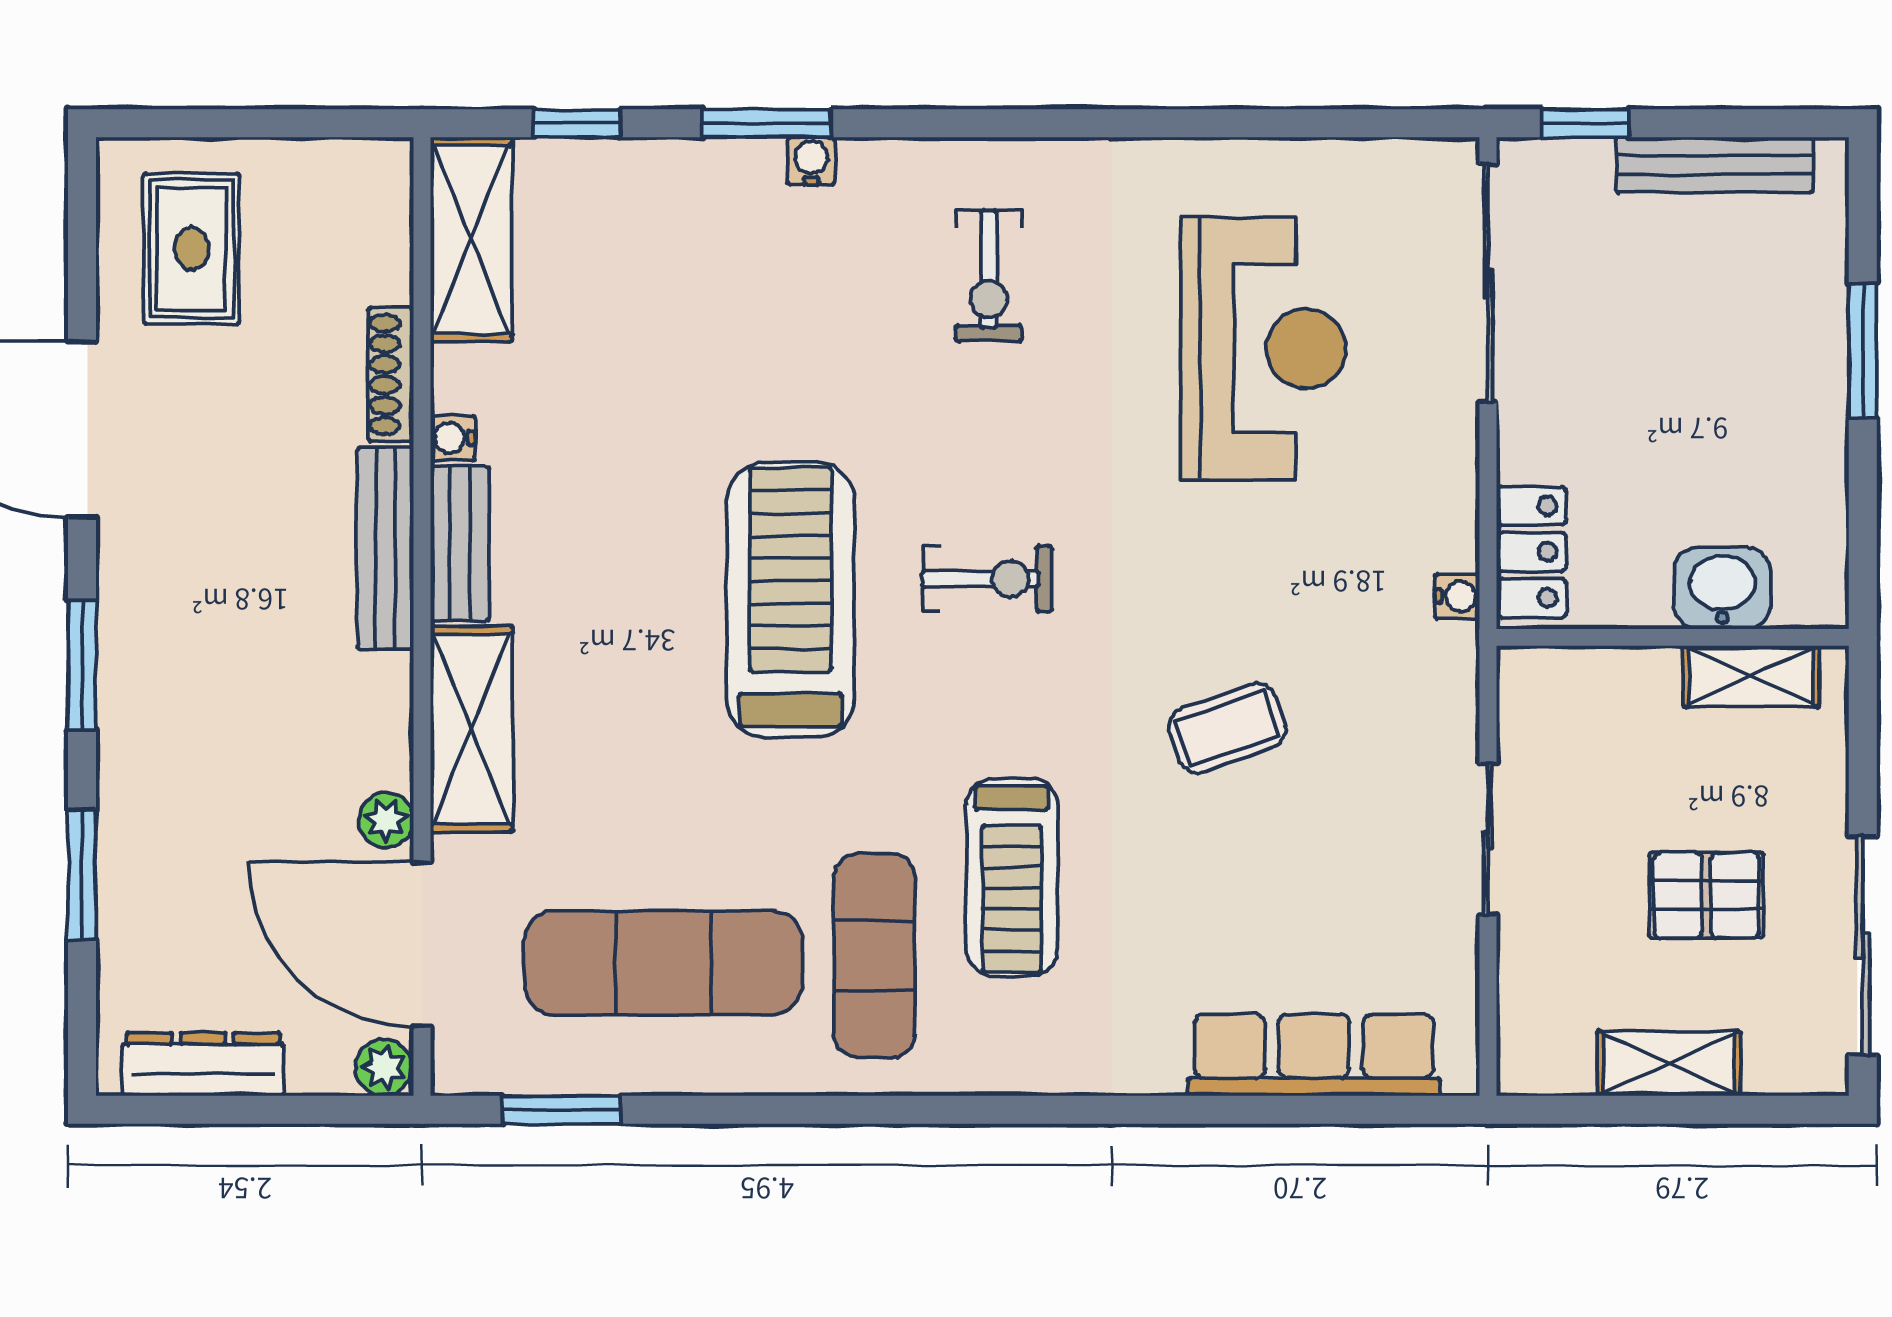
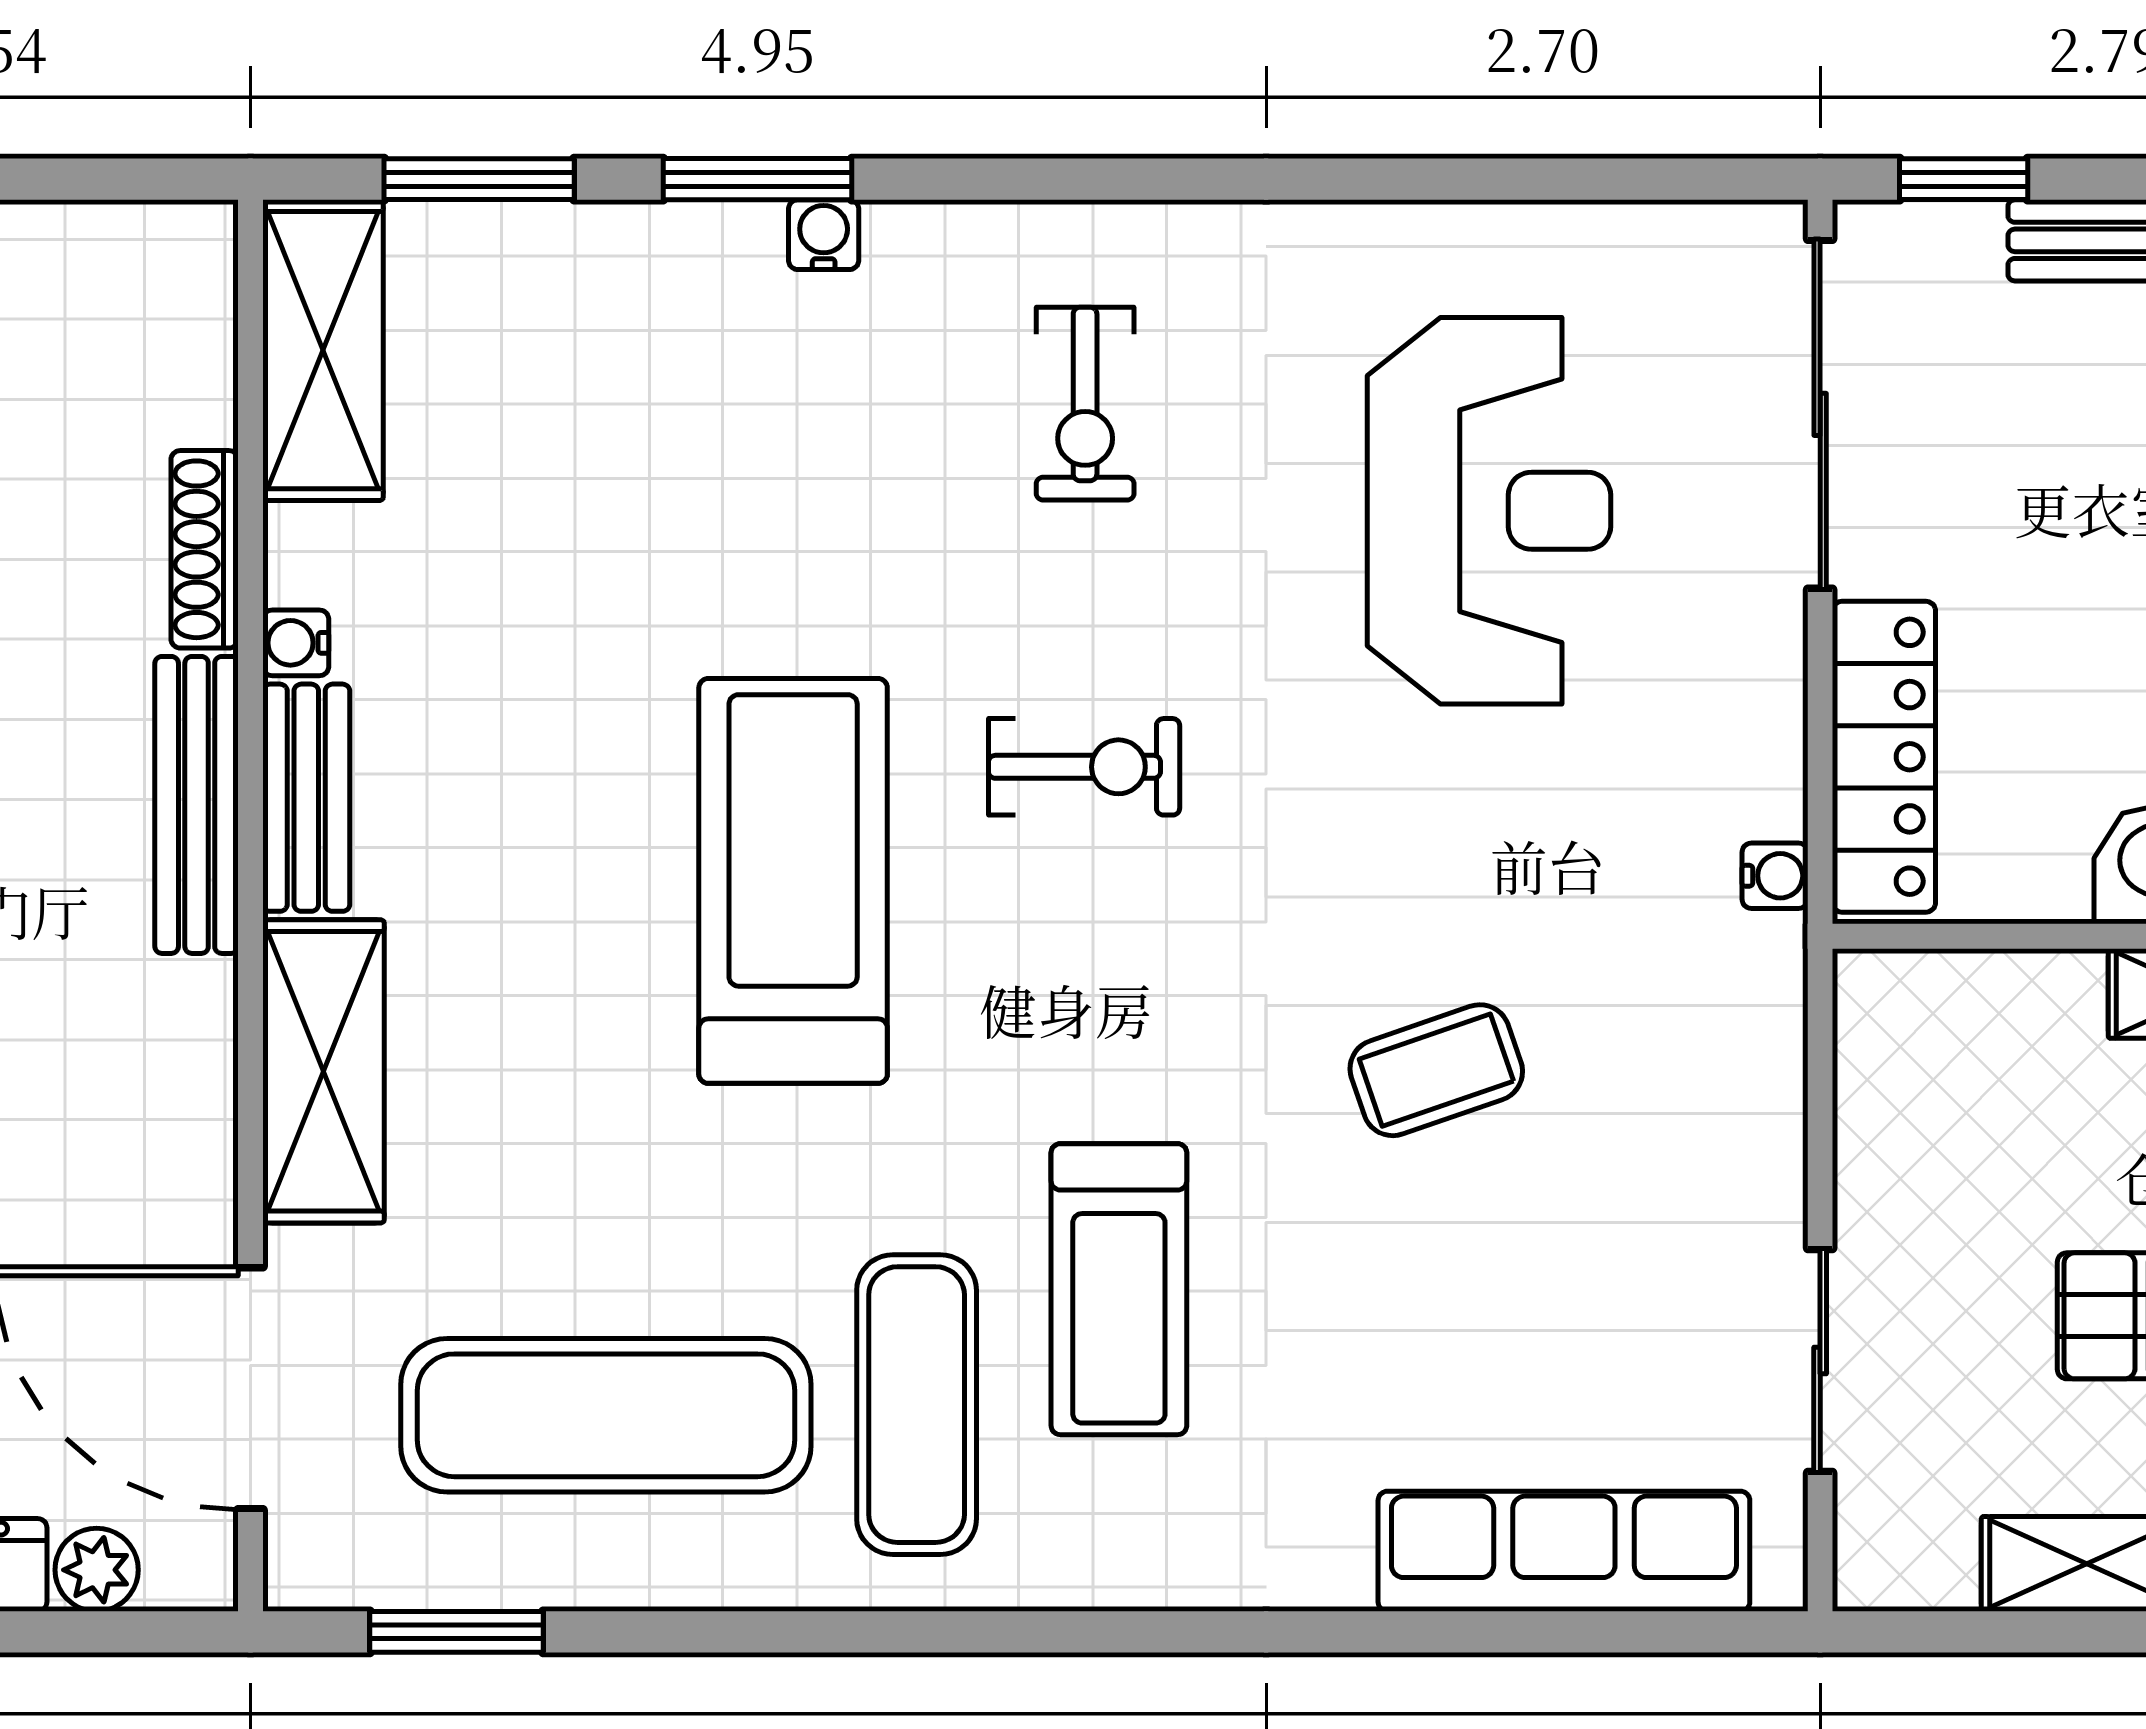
window: (577, 123) -> (479, 179), width x1.50
locker: (1531, 552) -> (1884, 757), width x1.53
exercise bike: (987, 579) -> (1084, 767), moved
plant: (386, 820) -> (198, 1205), removed
sliding door: (1488, 839) -> (1820, 1361), moved
plant: (384, 1068) -> (97, 1570), moved

